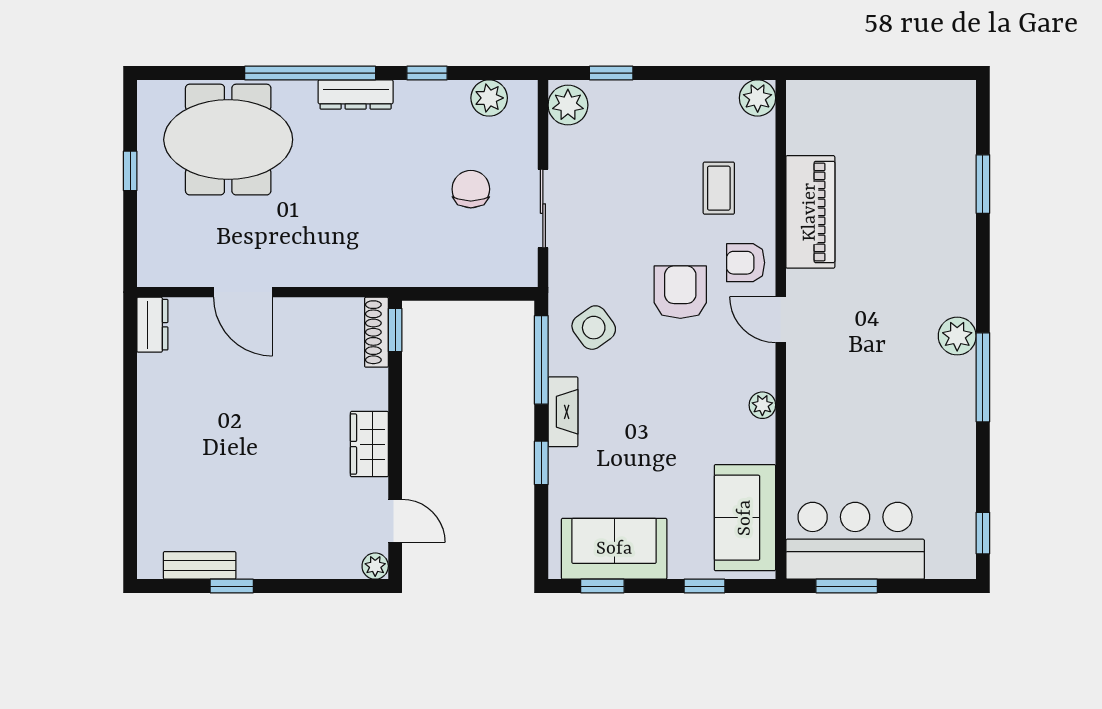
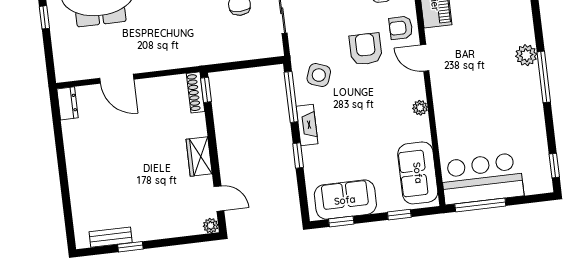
side table: (594, 328) -> (319, 75), turned -34
window: (847, 586) -> (480, 205), width x1.44

